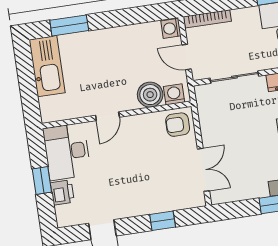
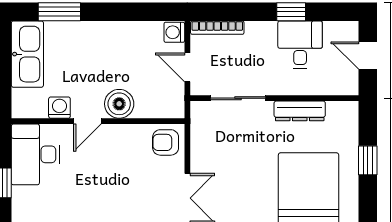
washing machine: (174, 94) -> (59, 108), moved
boiler: (150, 95) -> (119, 104), moved
printer: (62, 192) -> (23, 200), removed

